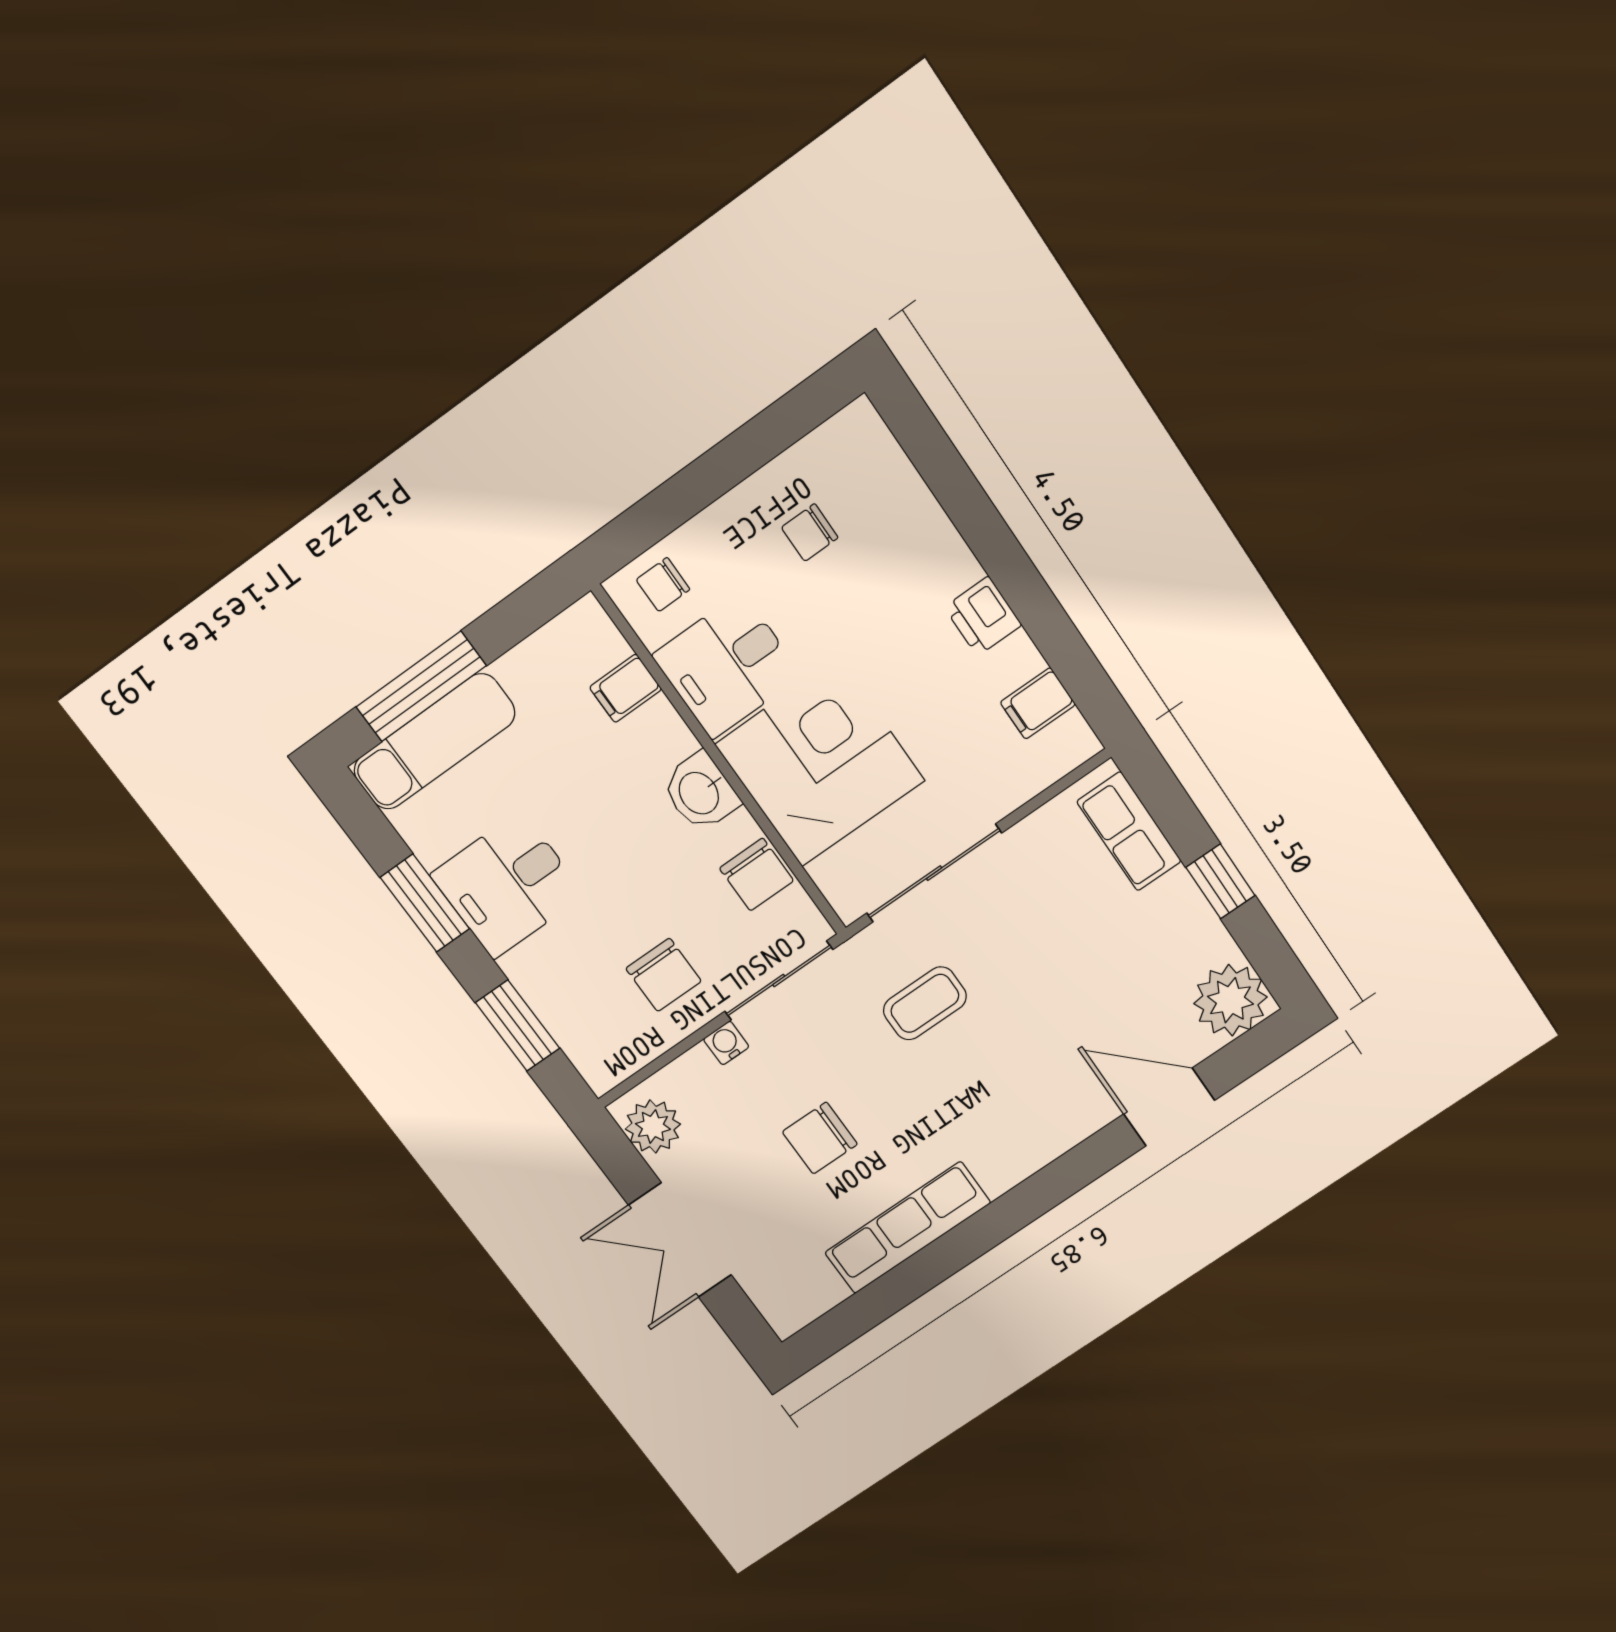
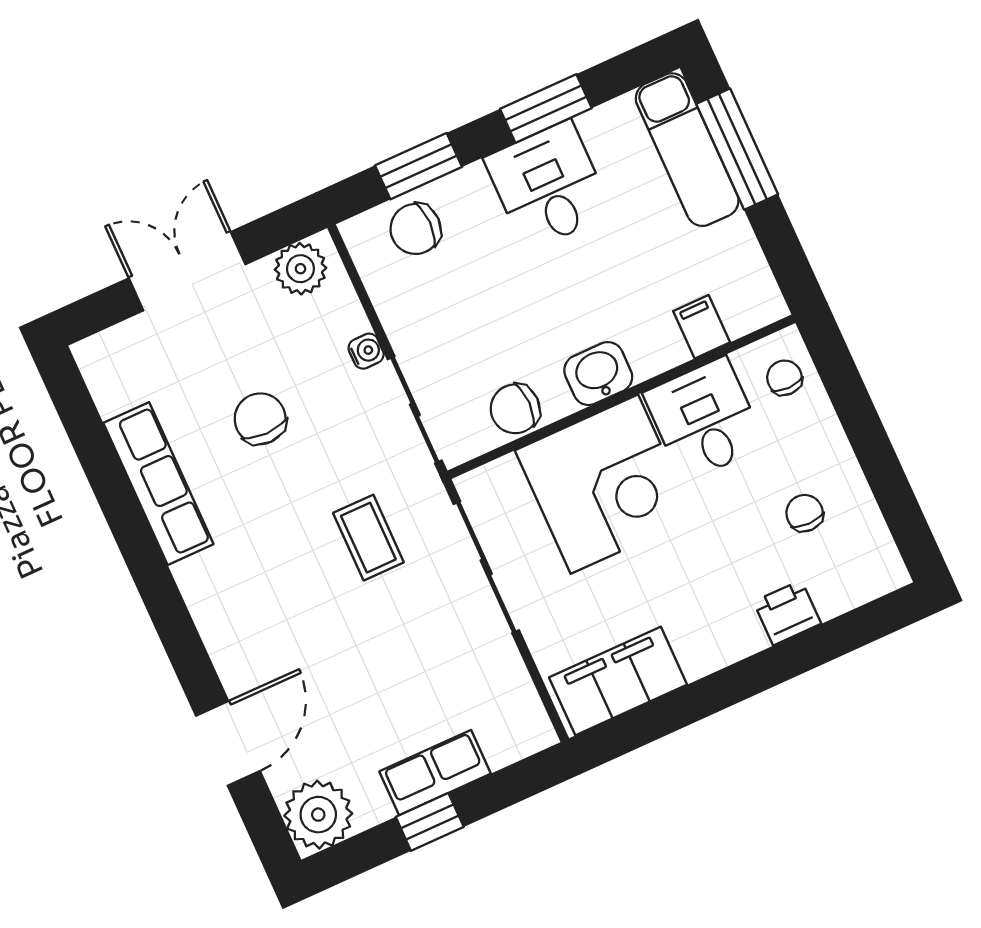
printer: (983, 616) -> (787, 613), moved
filing cabinet: (1038, 703) -> (618, 681), width x3.00, depth x1.17
row of seats: (1129, 831) -> (435, 773), moved
chair: (664, 975) -> (416, 229), moved

